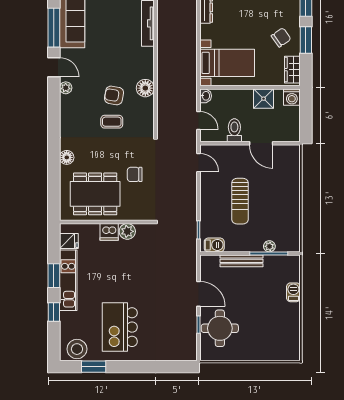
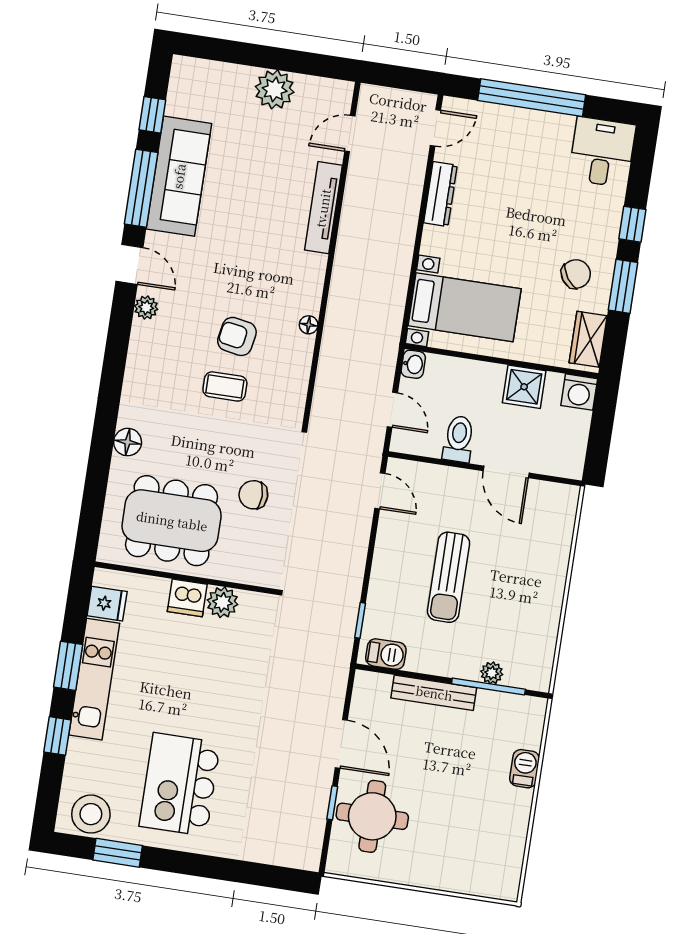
floor lamp: (145, 88) -> (309, 325), width x0.53, depth x0.53

